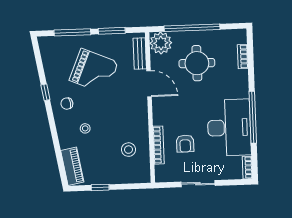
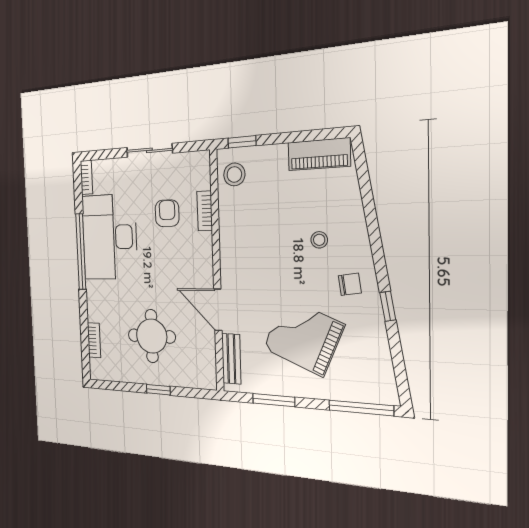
window: (192, 28) -> (158, 390), width x0.32
window: (72, 32) -> (361, 408), moved
plant: (161, 43) -> (201, 372), removed
bookcase: (158, 145) -> (205, 211), width x0.64
stool: (129, 150) -> (234, 174), moved
piano: (72, 166) -> (319, 154), moved, turned -80
window: (100, 187) -> (242, 142), moved

